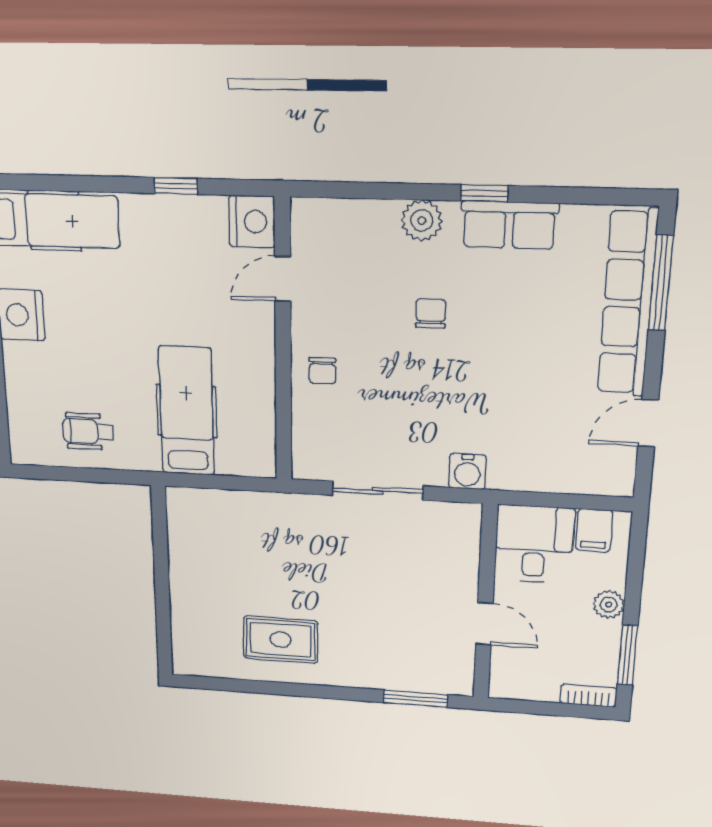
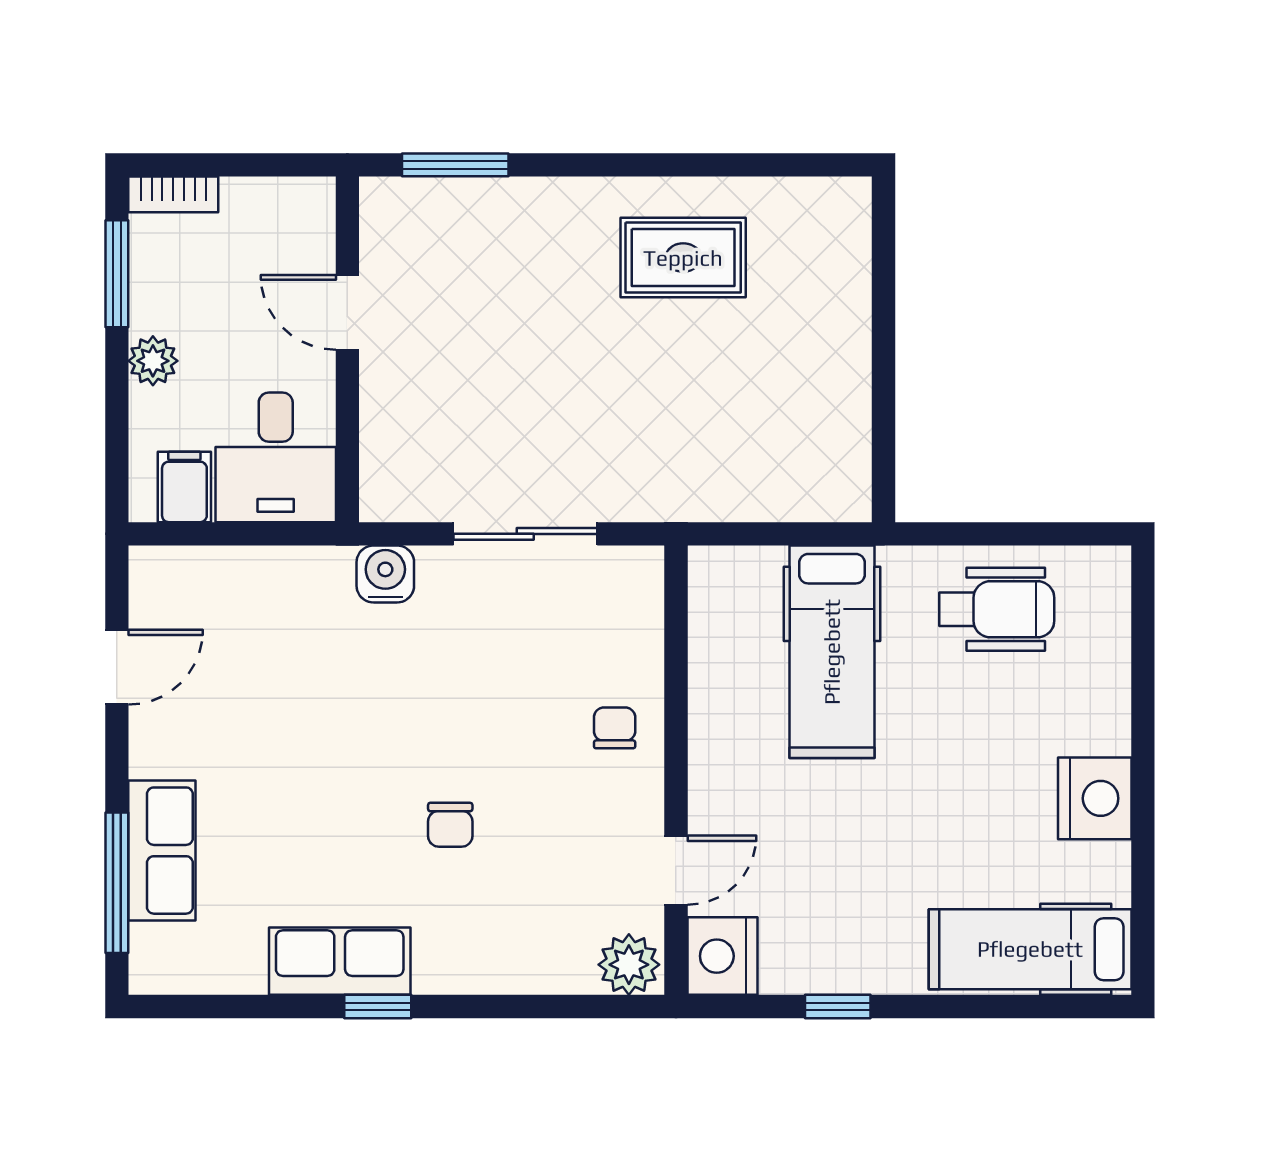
plant: (422, 221) -> (629, 965), moved
row of seats: (627, 303) -> (162, 851), width x0.50
wheelchair: (88, 431) -> (997, 609), width x1.36, depth x1.37

